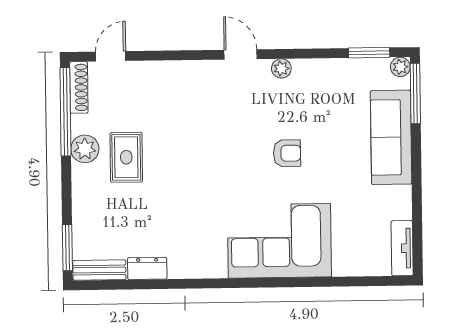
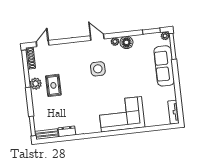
floor lamp: (308, 73) -> (126, 42), added
side table: (235, 129) -> (98, 69), added
armchair: (287, 153) -> (121, 77), removed

